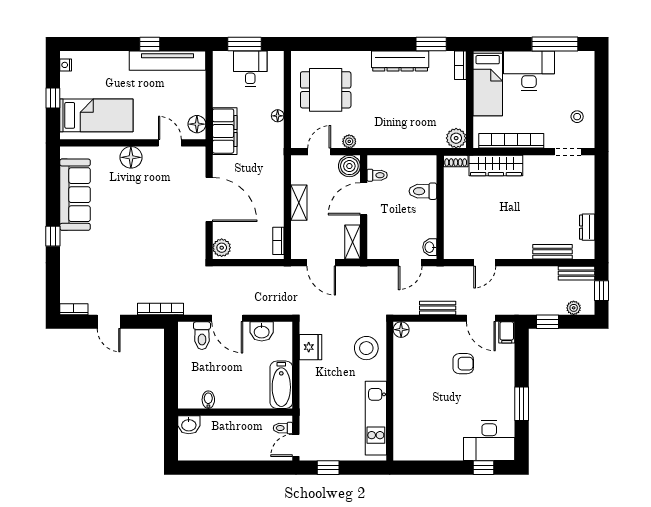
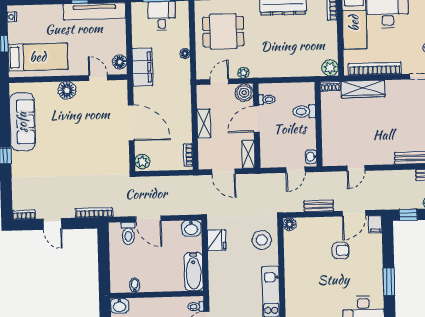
door: (481, 318) -> (354, 213), hinge flipped
washbasin: (262, 331) -> (191, 228), moved

